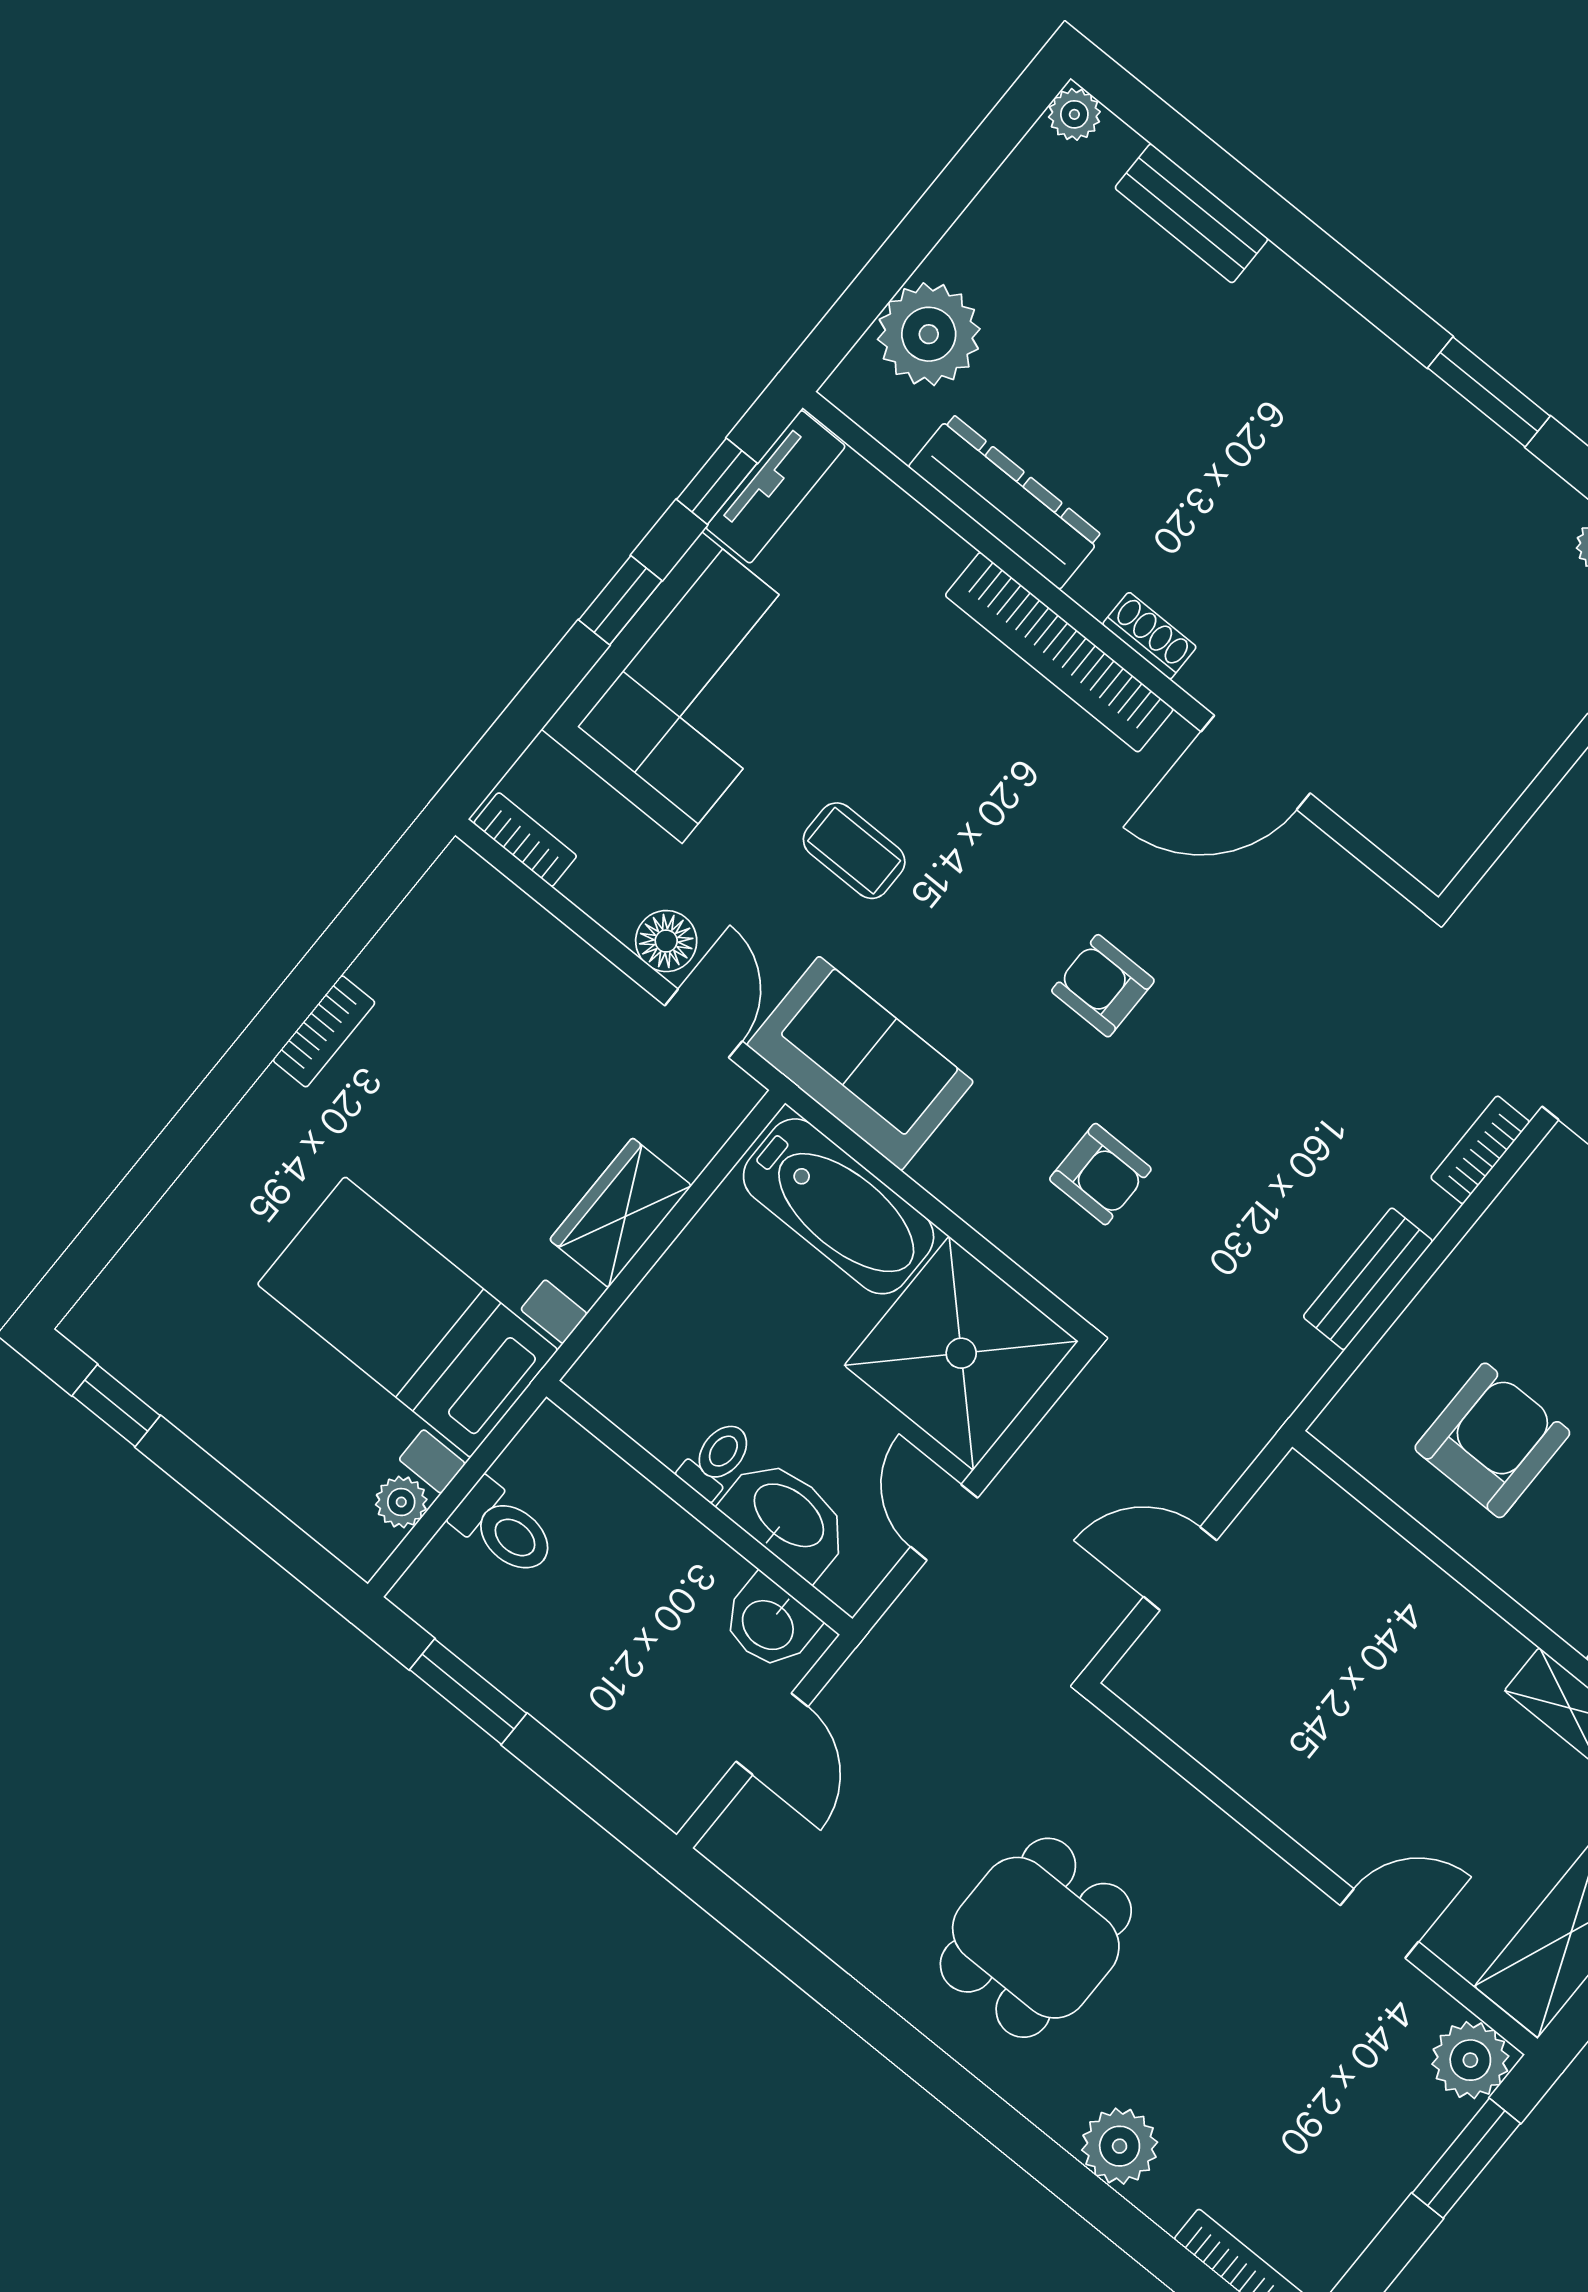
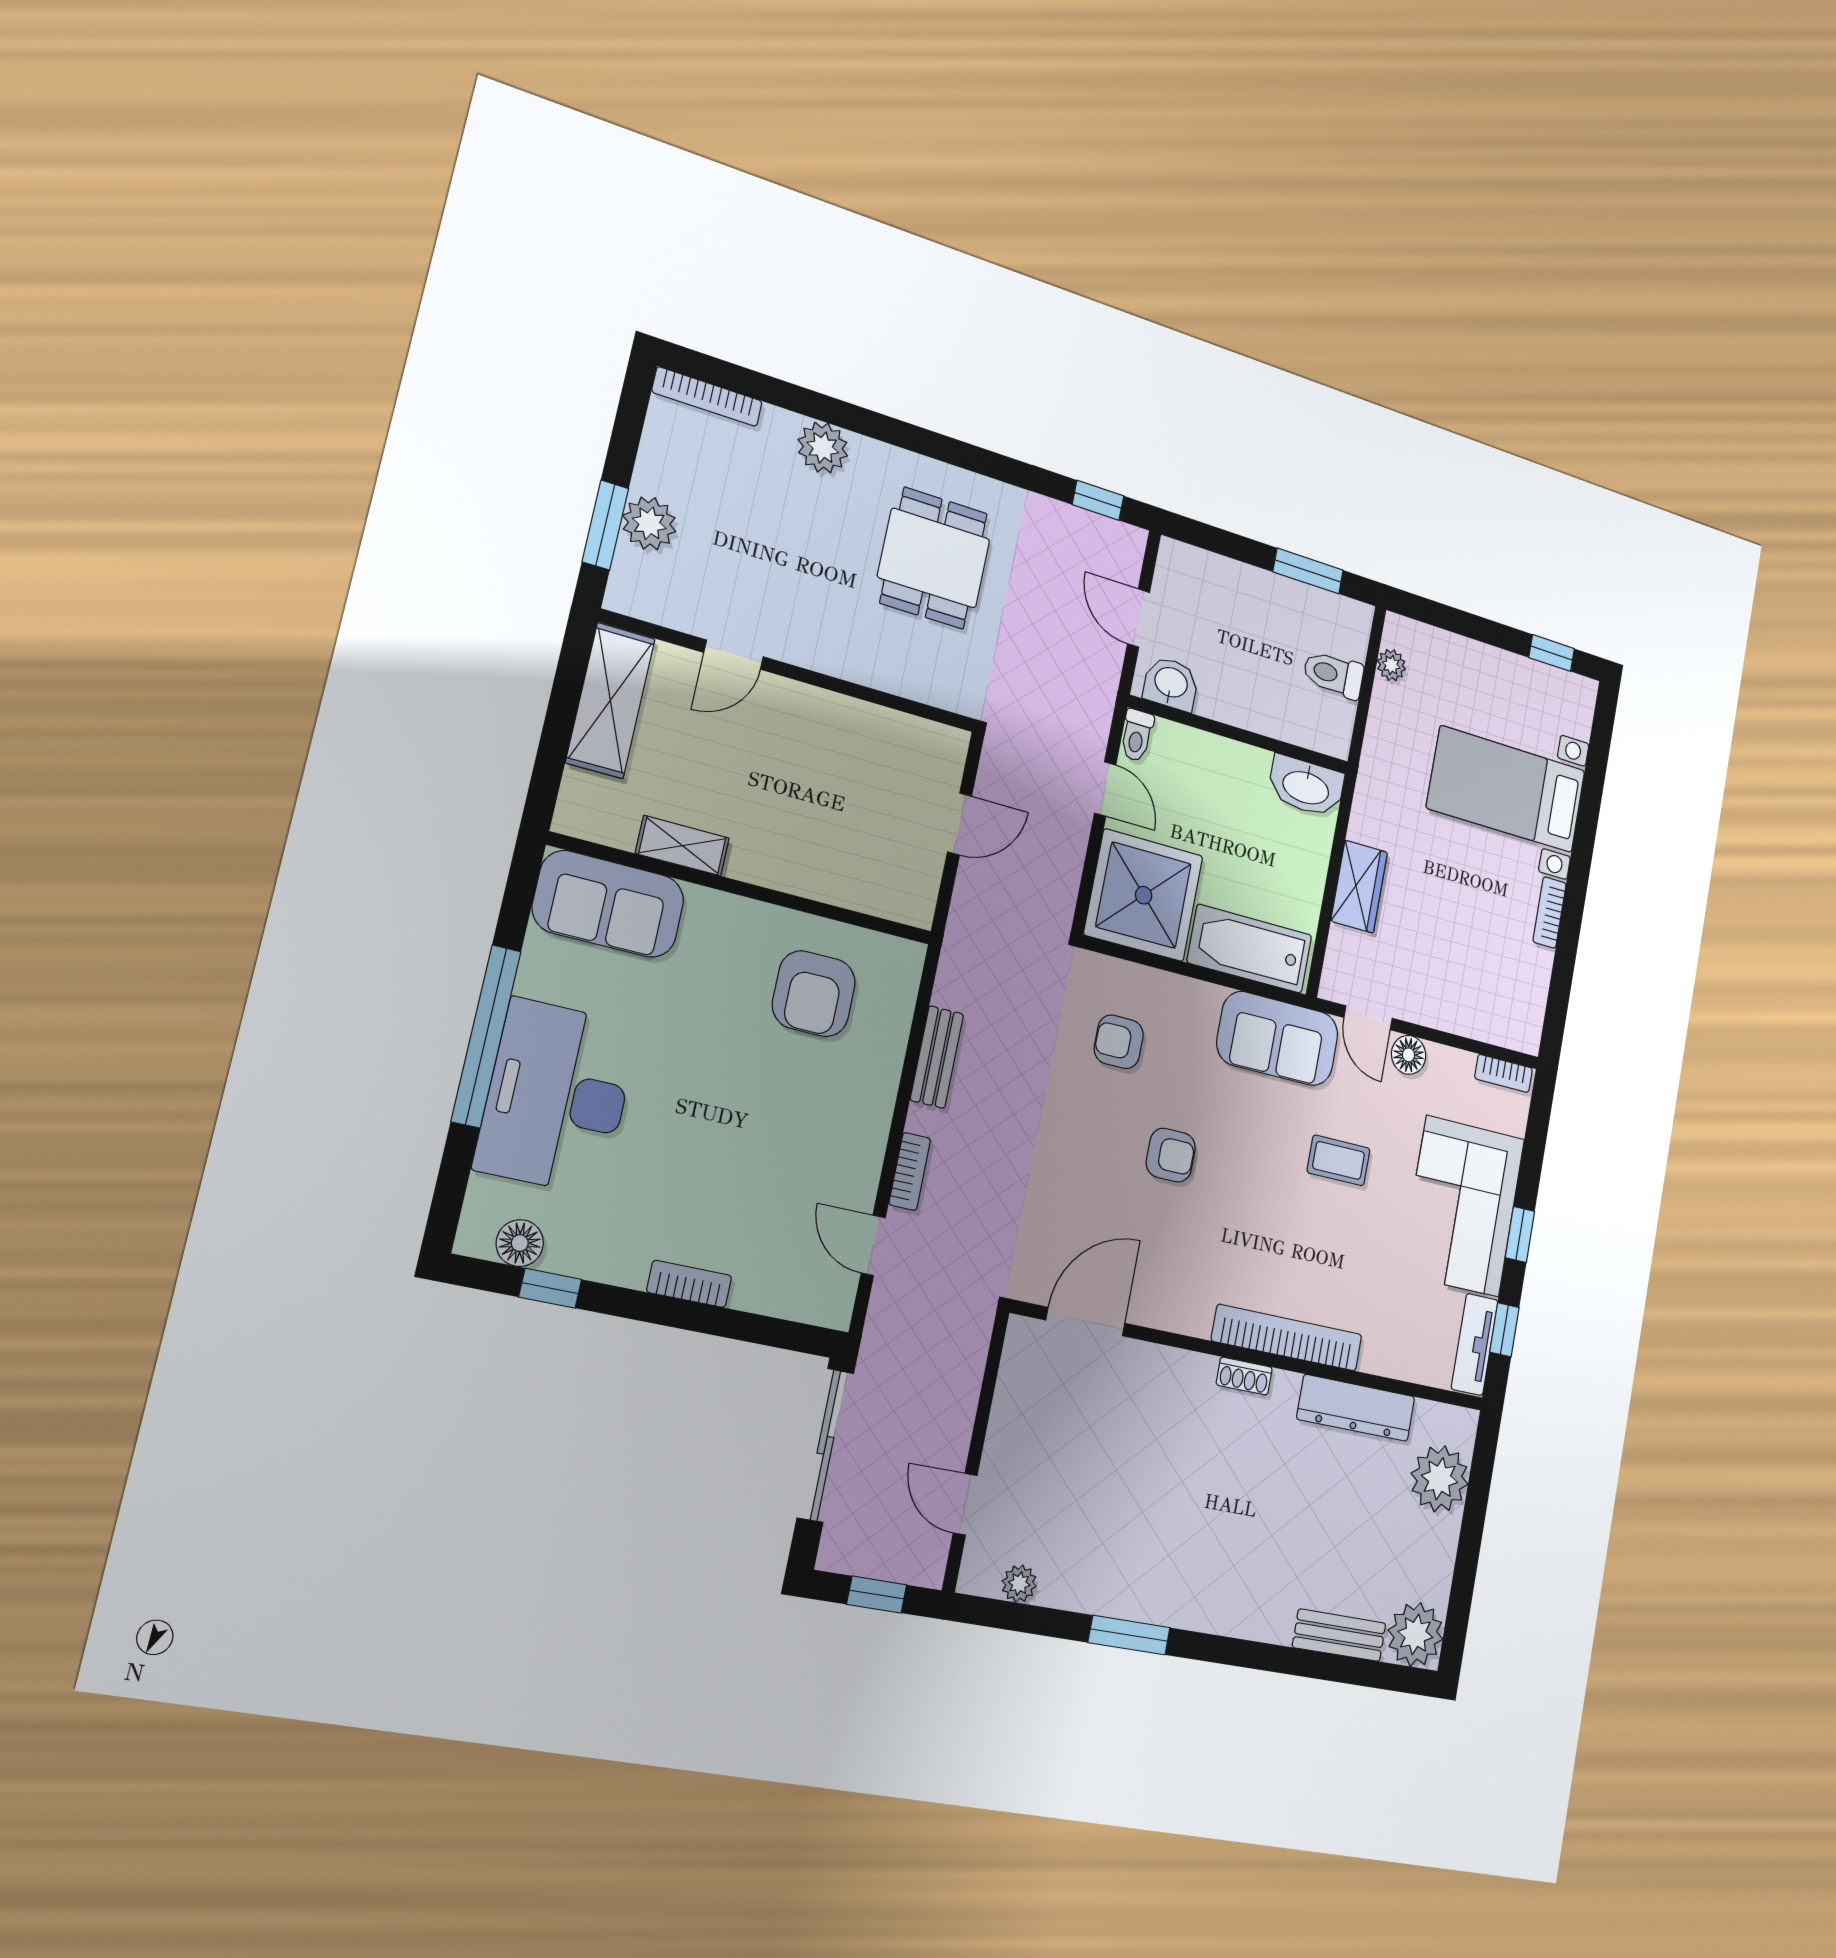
plant: (1074, 114) -> (1415, 1634), width x1.88, depth x1.88
door: (1256, 762) -> (1085, 1322), moved
bed with nightstands: (408, 1317) -> (1506, 789), moved, turned 180
toilet: (717, 1459) -> (1137, 735), moved
washbasin: (787, 1517) -> (1306, 786), moved
window: (750, 1921) -> (1098, 500), added
plant: (1470, 2060) -> (649, 523), moved

